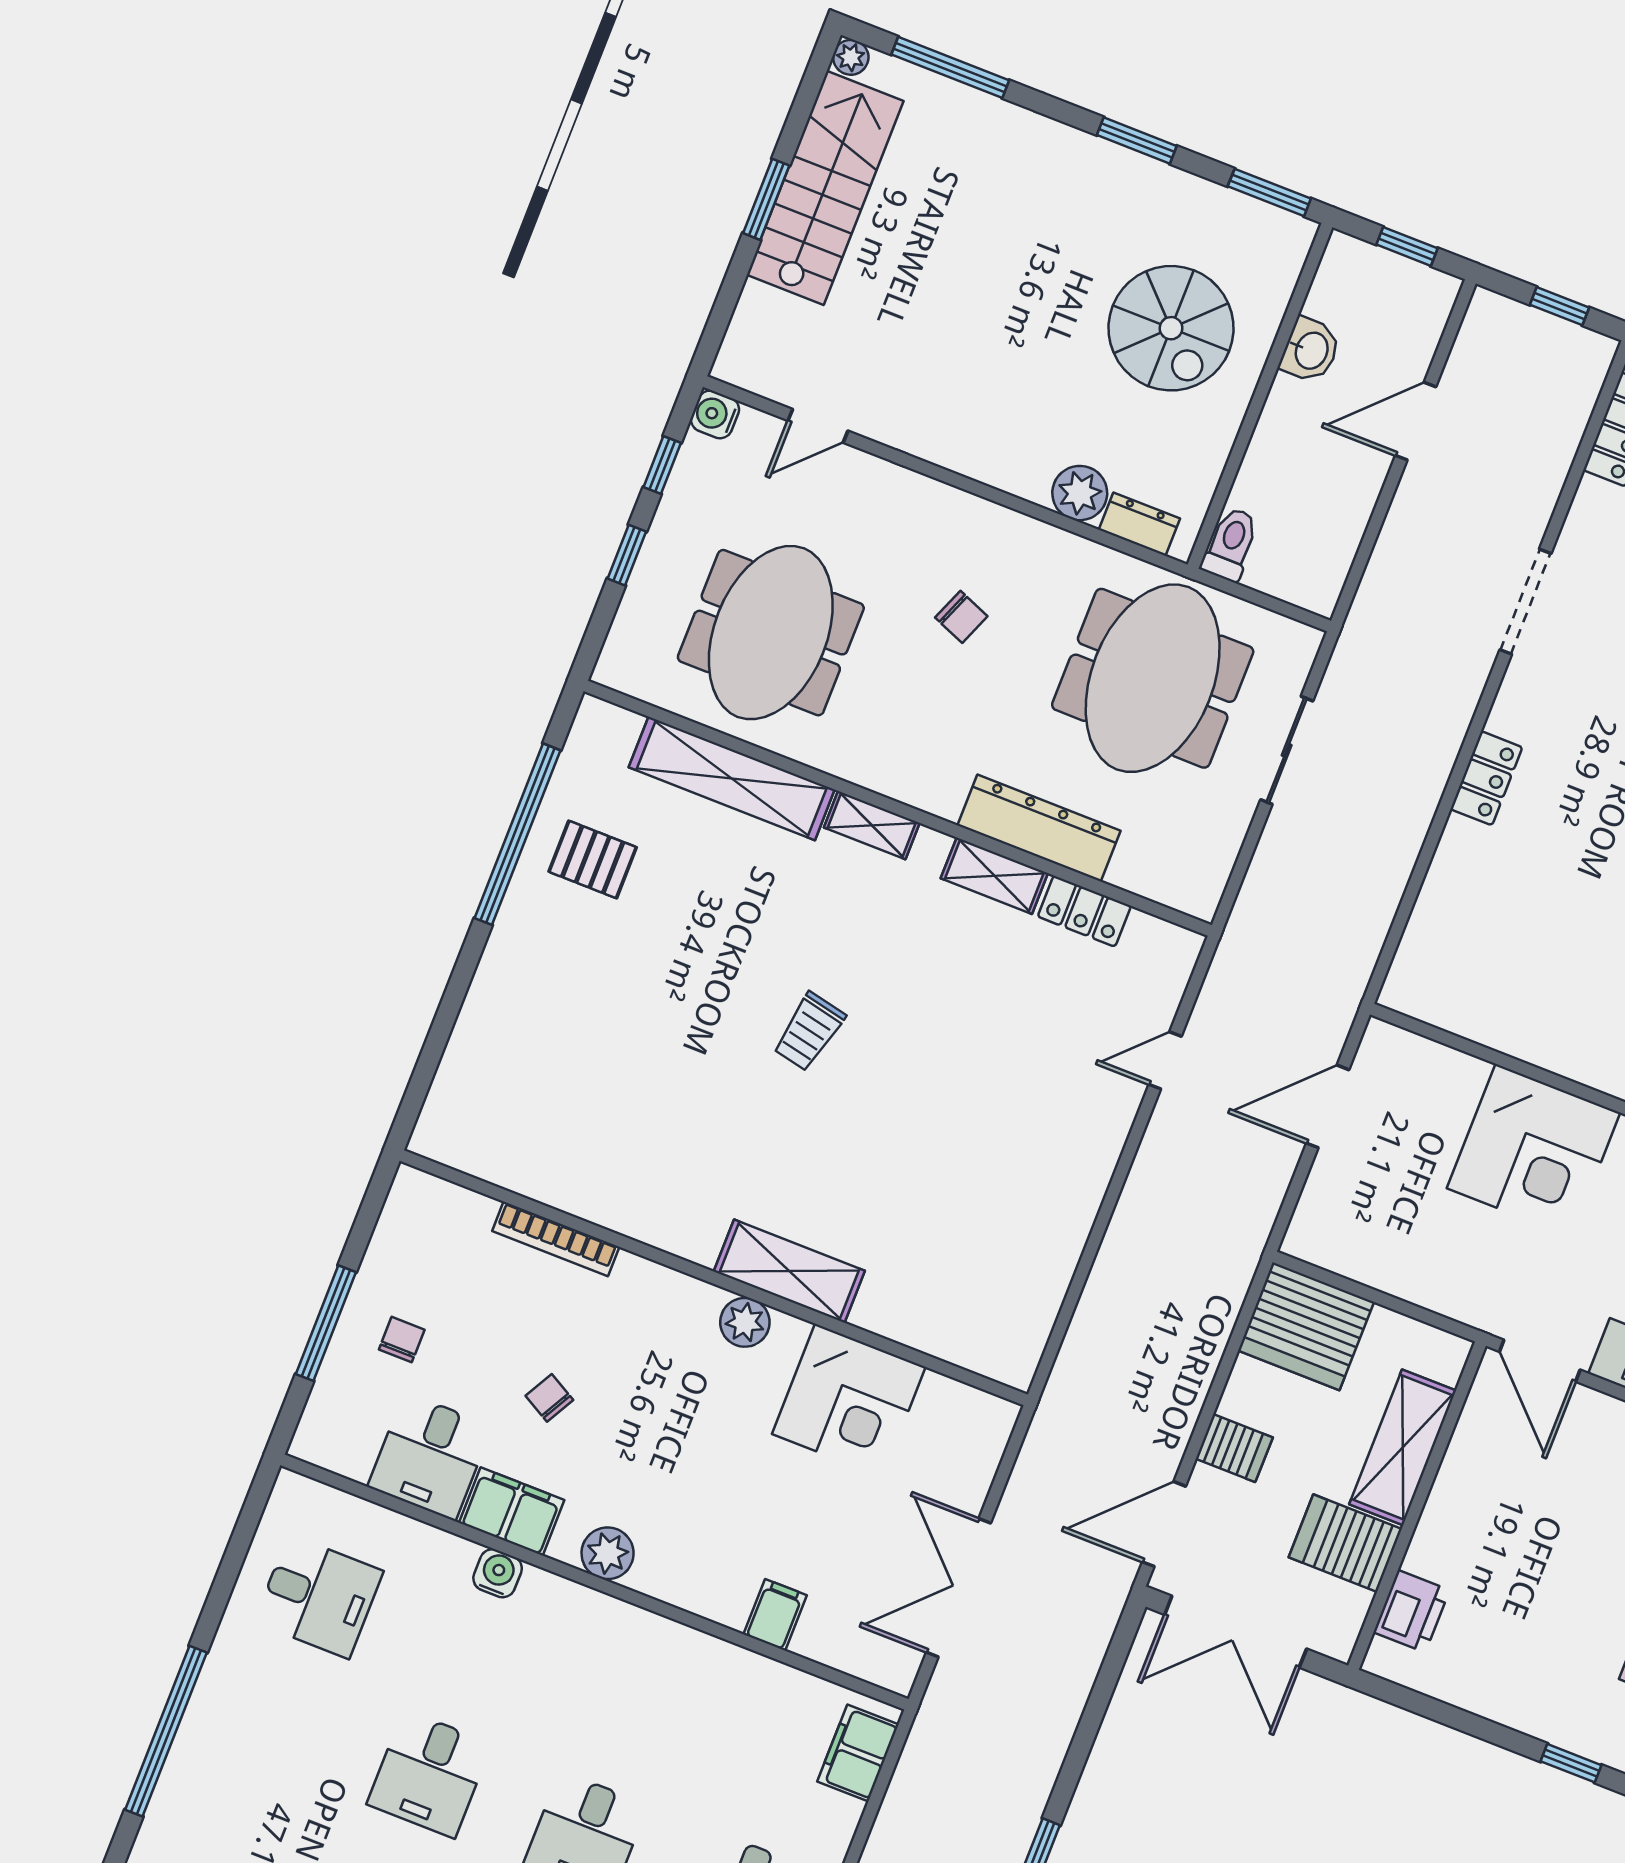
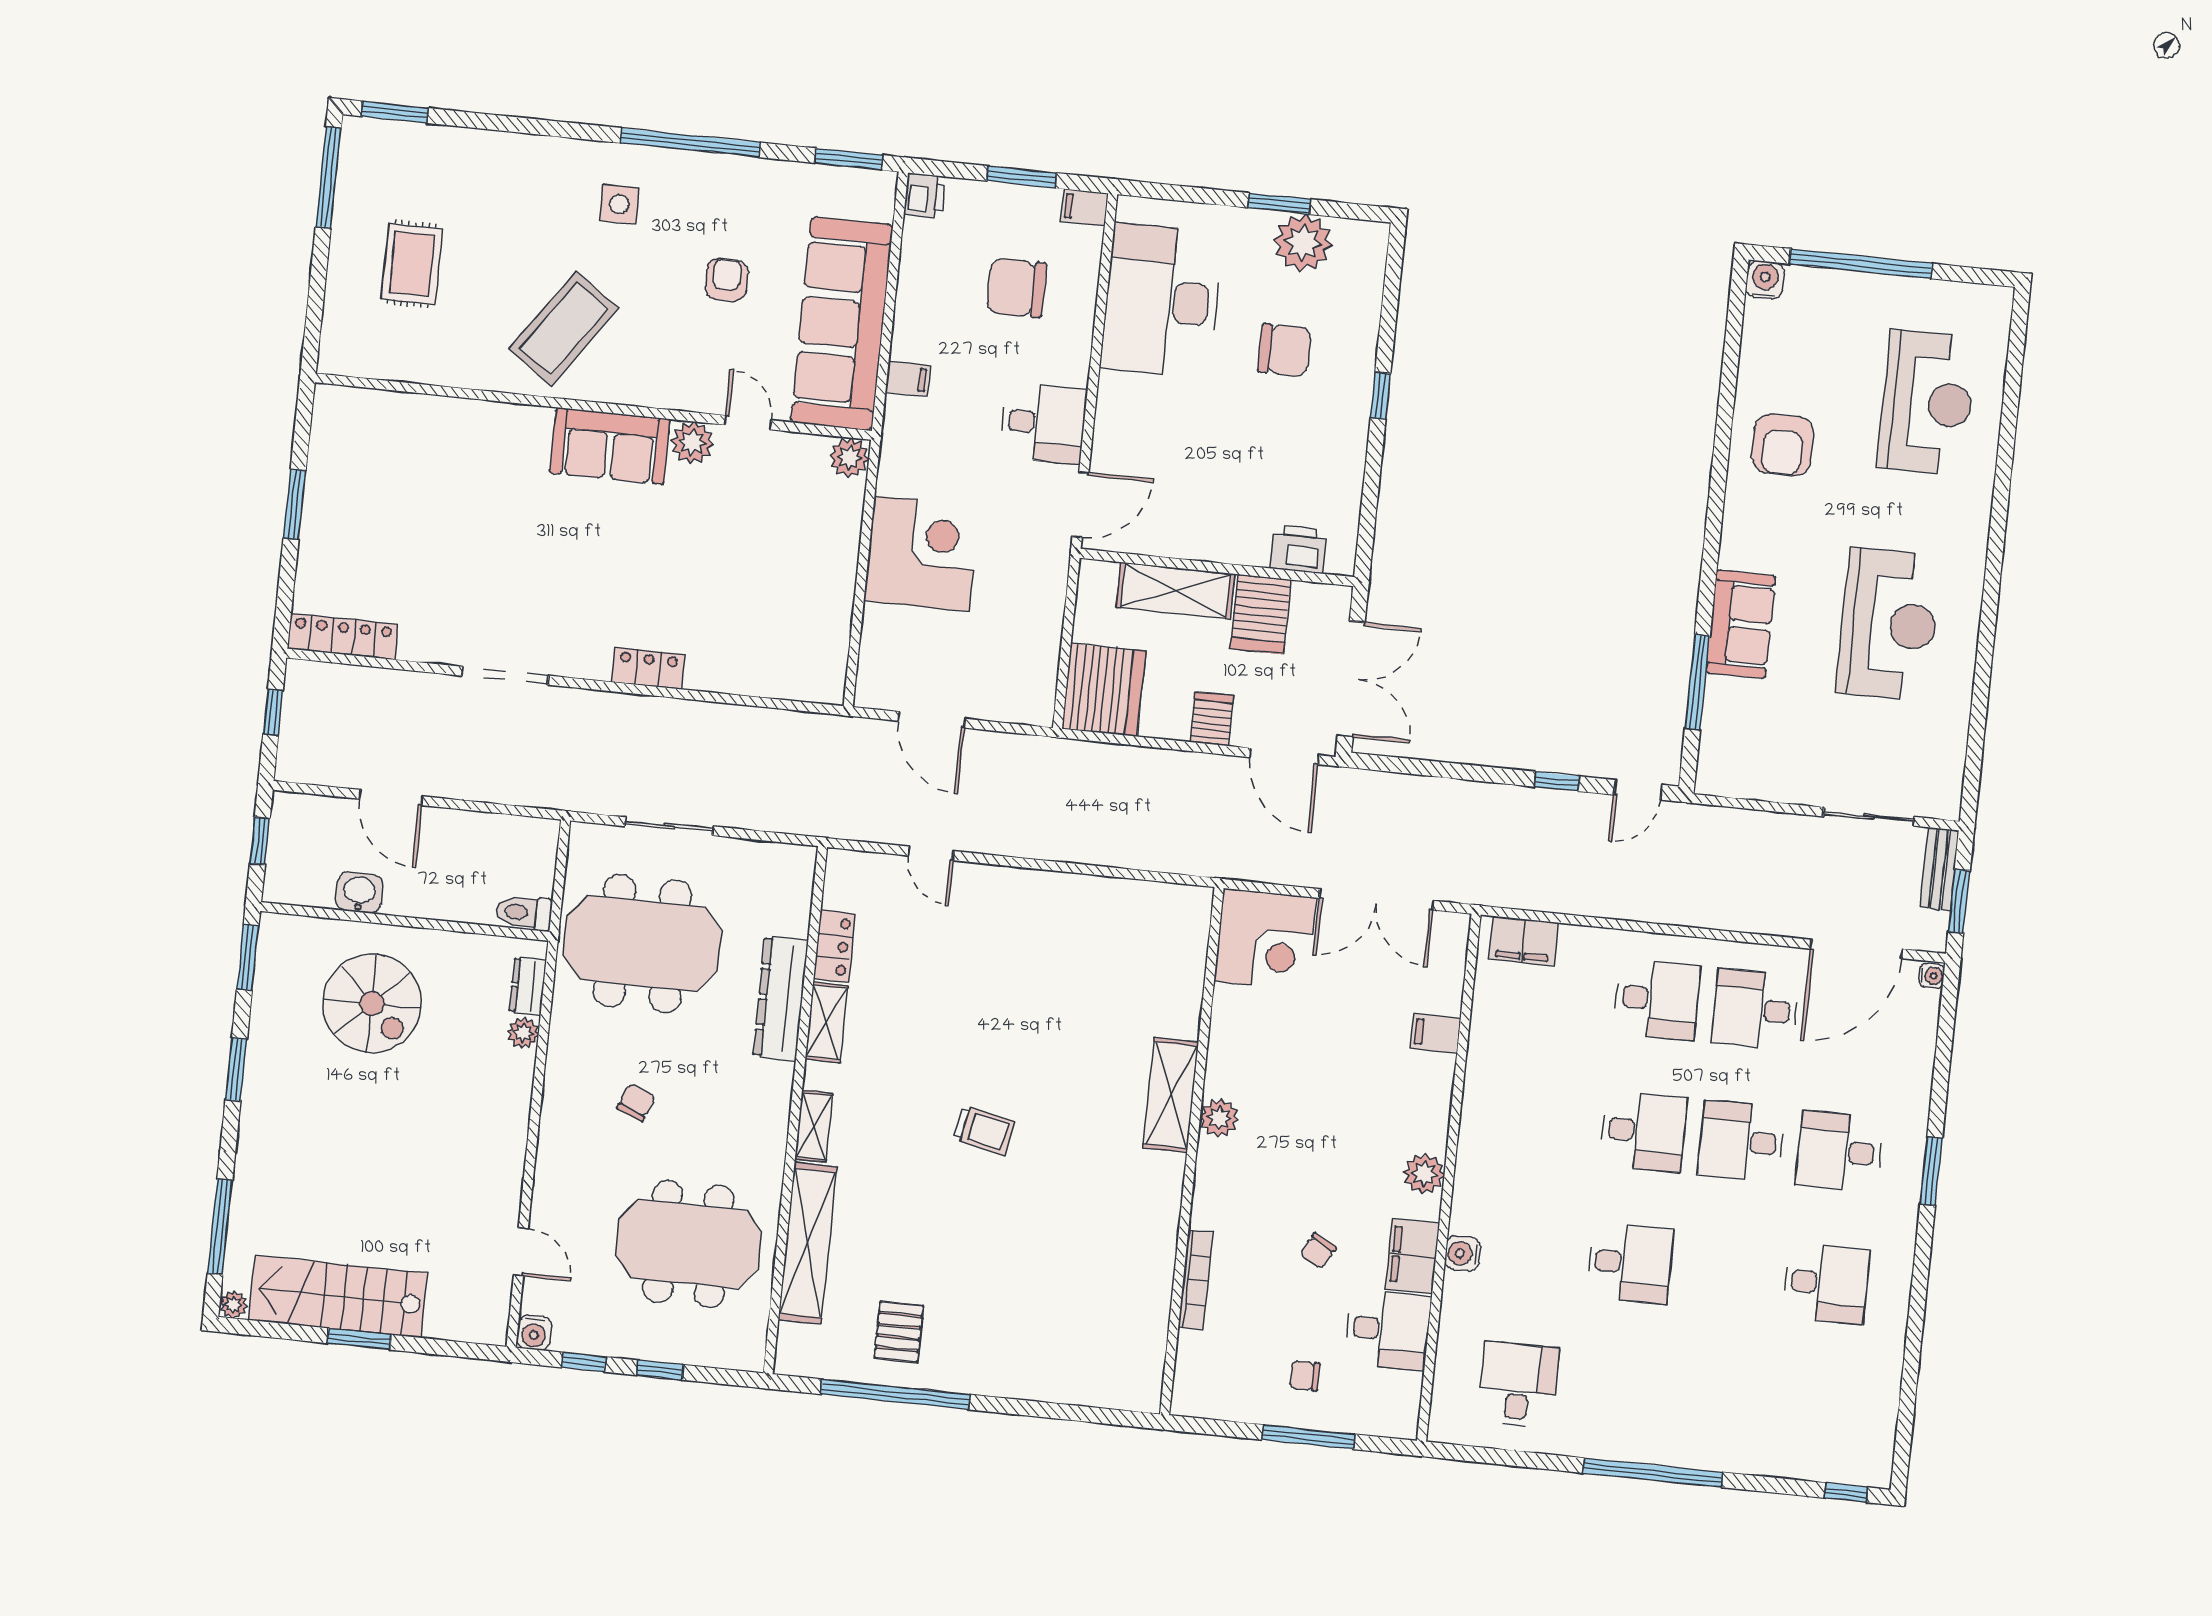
spiral stairs: (1171, 328) -> (372, 1003), turned 90
plant: (1080, 493) -> (523, 1033), width x0.73, depth x0.73
corner desk: (849, 1400) -> (1265, 939), moved, turned 90

